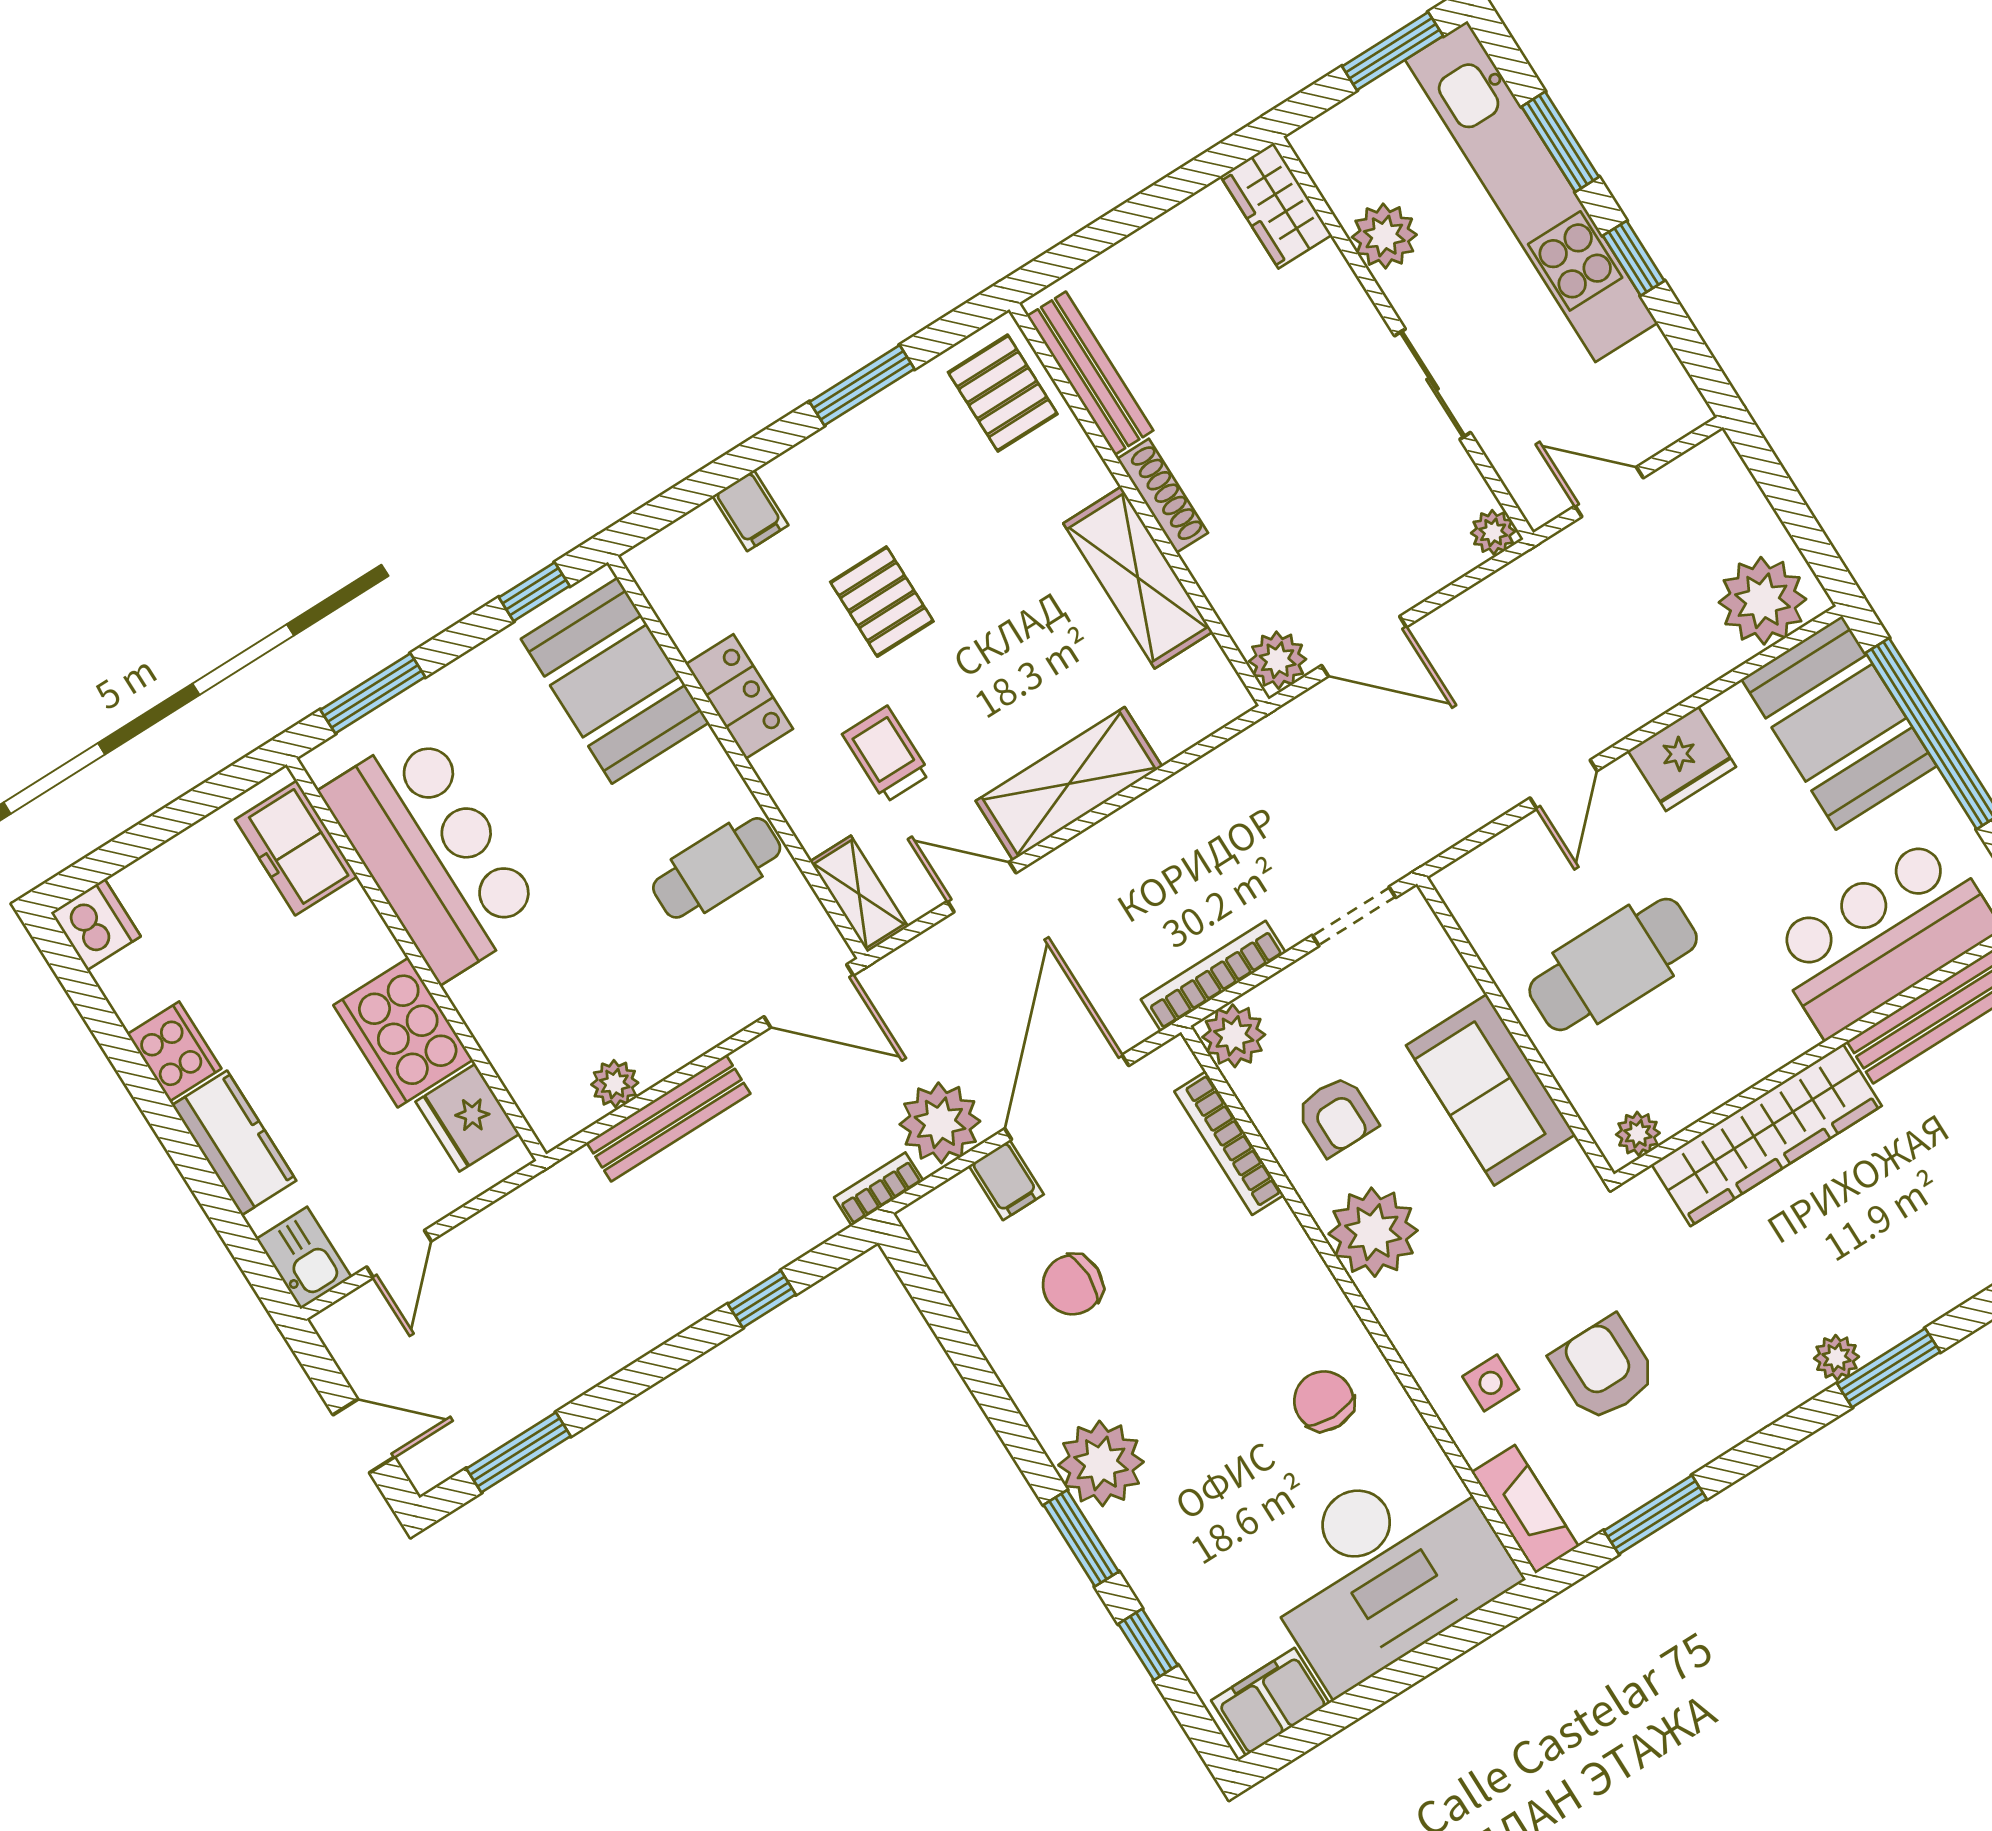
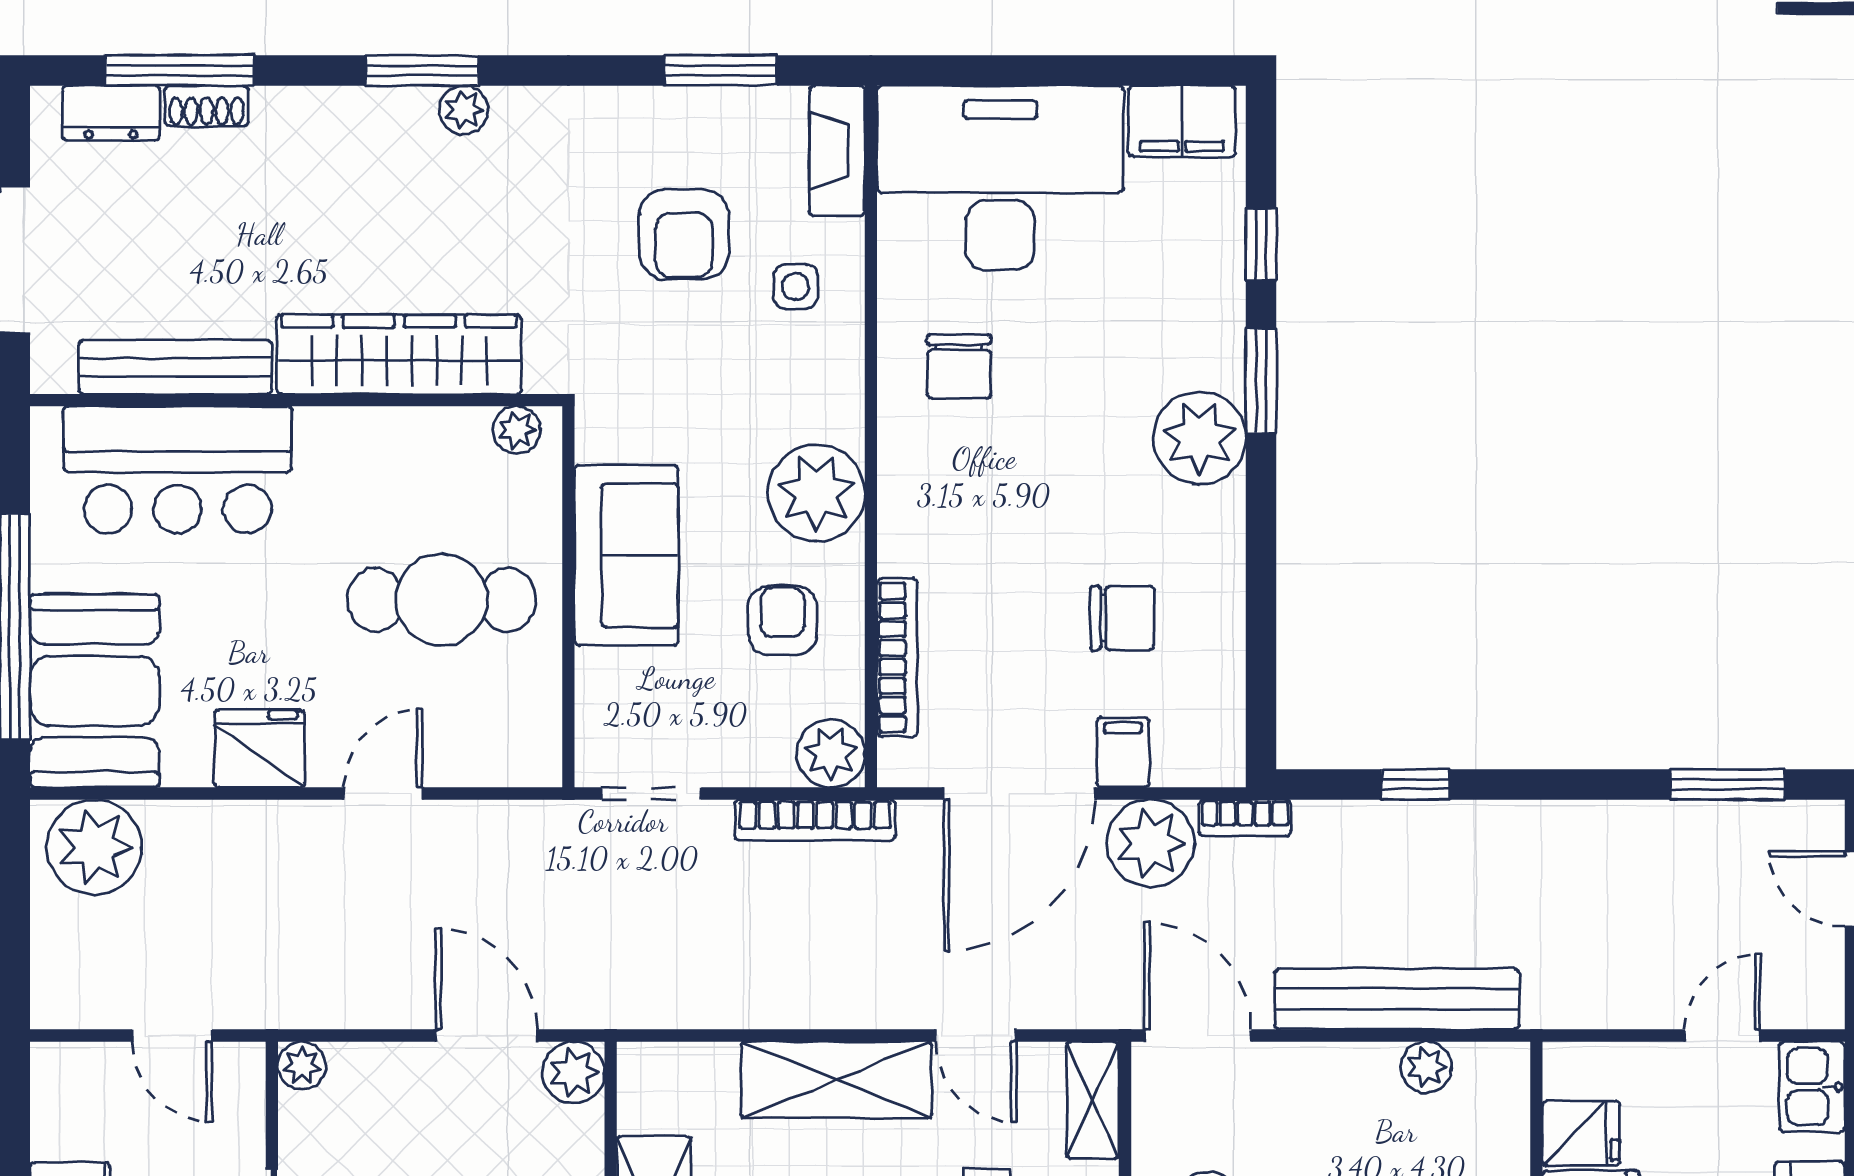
fridge: (467, 1118) -> (1581, 1133), width x0.72
bench: (668, 1118) -> (1397, 999), width x1.37, depth x1.21

